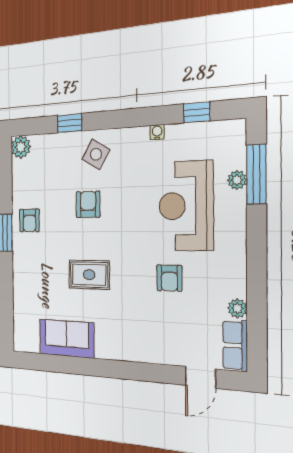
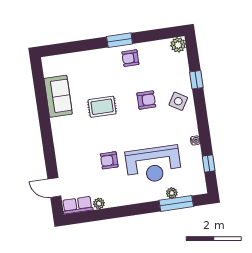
reception desk: (186, 206) -> (153, 165), turned 180
rug: (89, 275) -> (102, 107), turned 90

